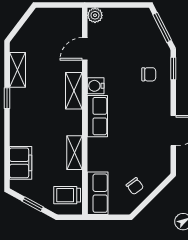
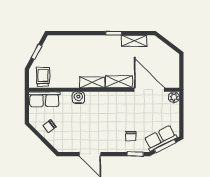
door: (85, 49) -> (149, 90), width x1.88
water cooler: (96, 86) -> (78, 98), moved
row of seats: (97, 116) -> (161, 138), moved, turned 153
shelving: (75, 153) -> (92, 82), moved
filing cabinet: (21, 163) -> (66, 43), removed

